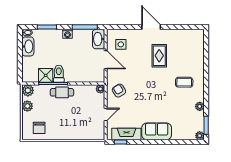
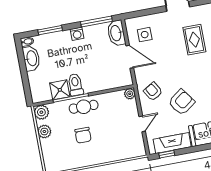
armchair: (140, 103) -> (182, 102), added
chair: (39, 128) -> (83, 135), moved

